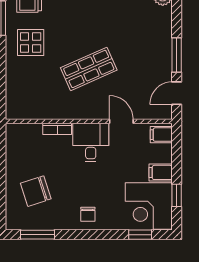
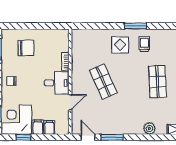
filing cabinet: (161, 135) -> (49, 128), moved
chair: (36, 191) -> (26, 48), turned 108

